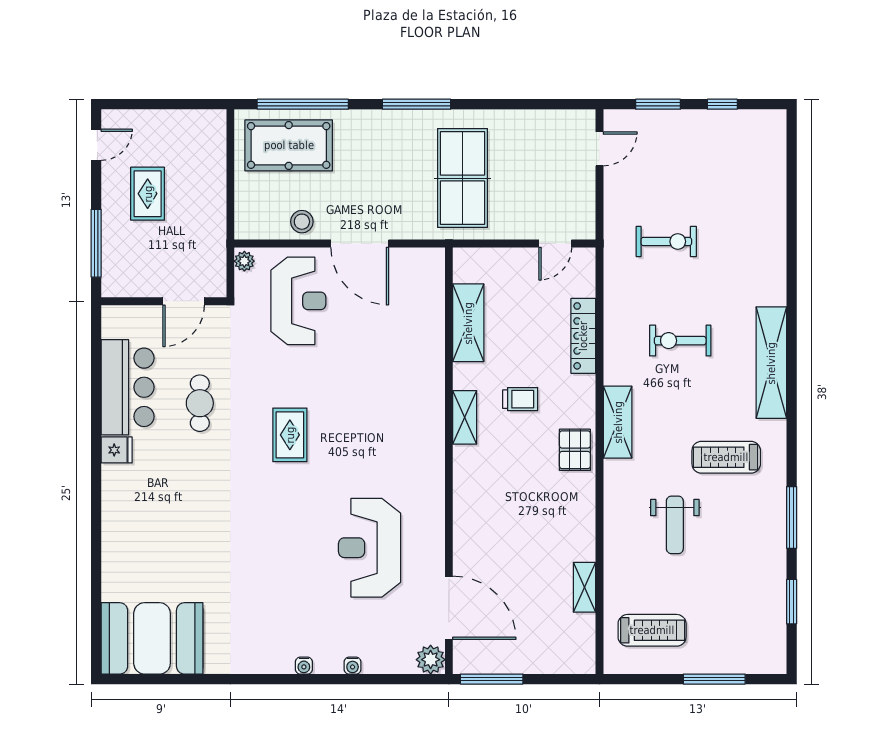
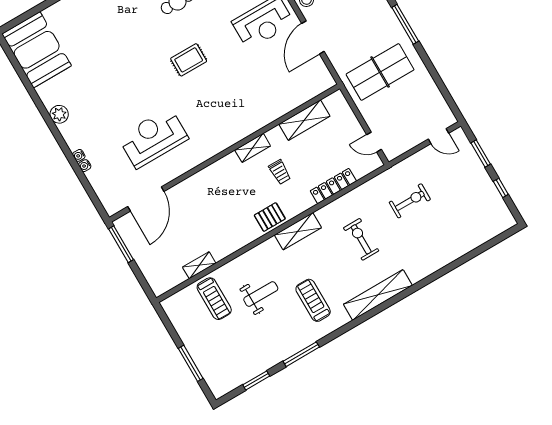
exercise bike: (666, 241) -> (410, 201), turned -90
weight bench: (675, 525) -> (261, 294), turned 180
treadmill: (652, 630) -> (214, 299), moved
plant: (431, 660) -> (59, 114), moved
water cooler: (304, 666) -> (79, 155), moved

